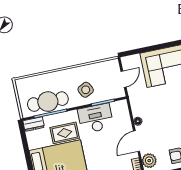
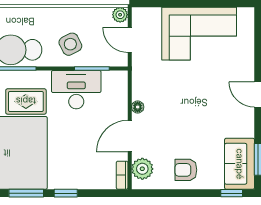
plant: (114, 64) -> (120, 15), added
door: (123, 79) -> (130, 40), swing flipped

